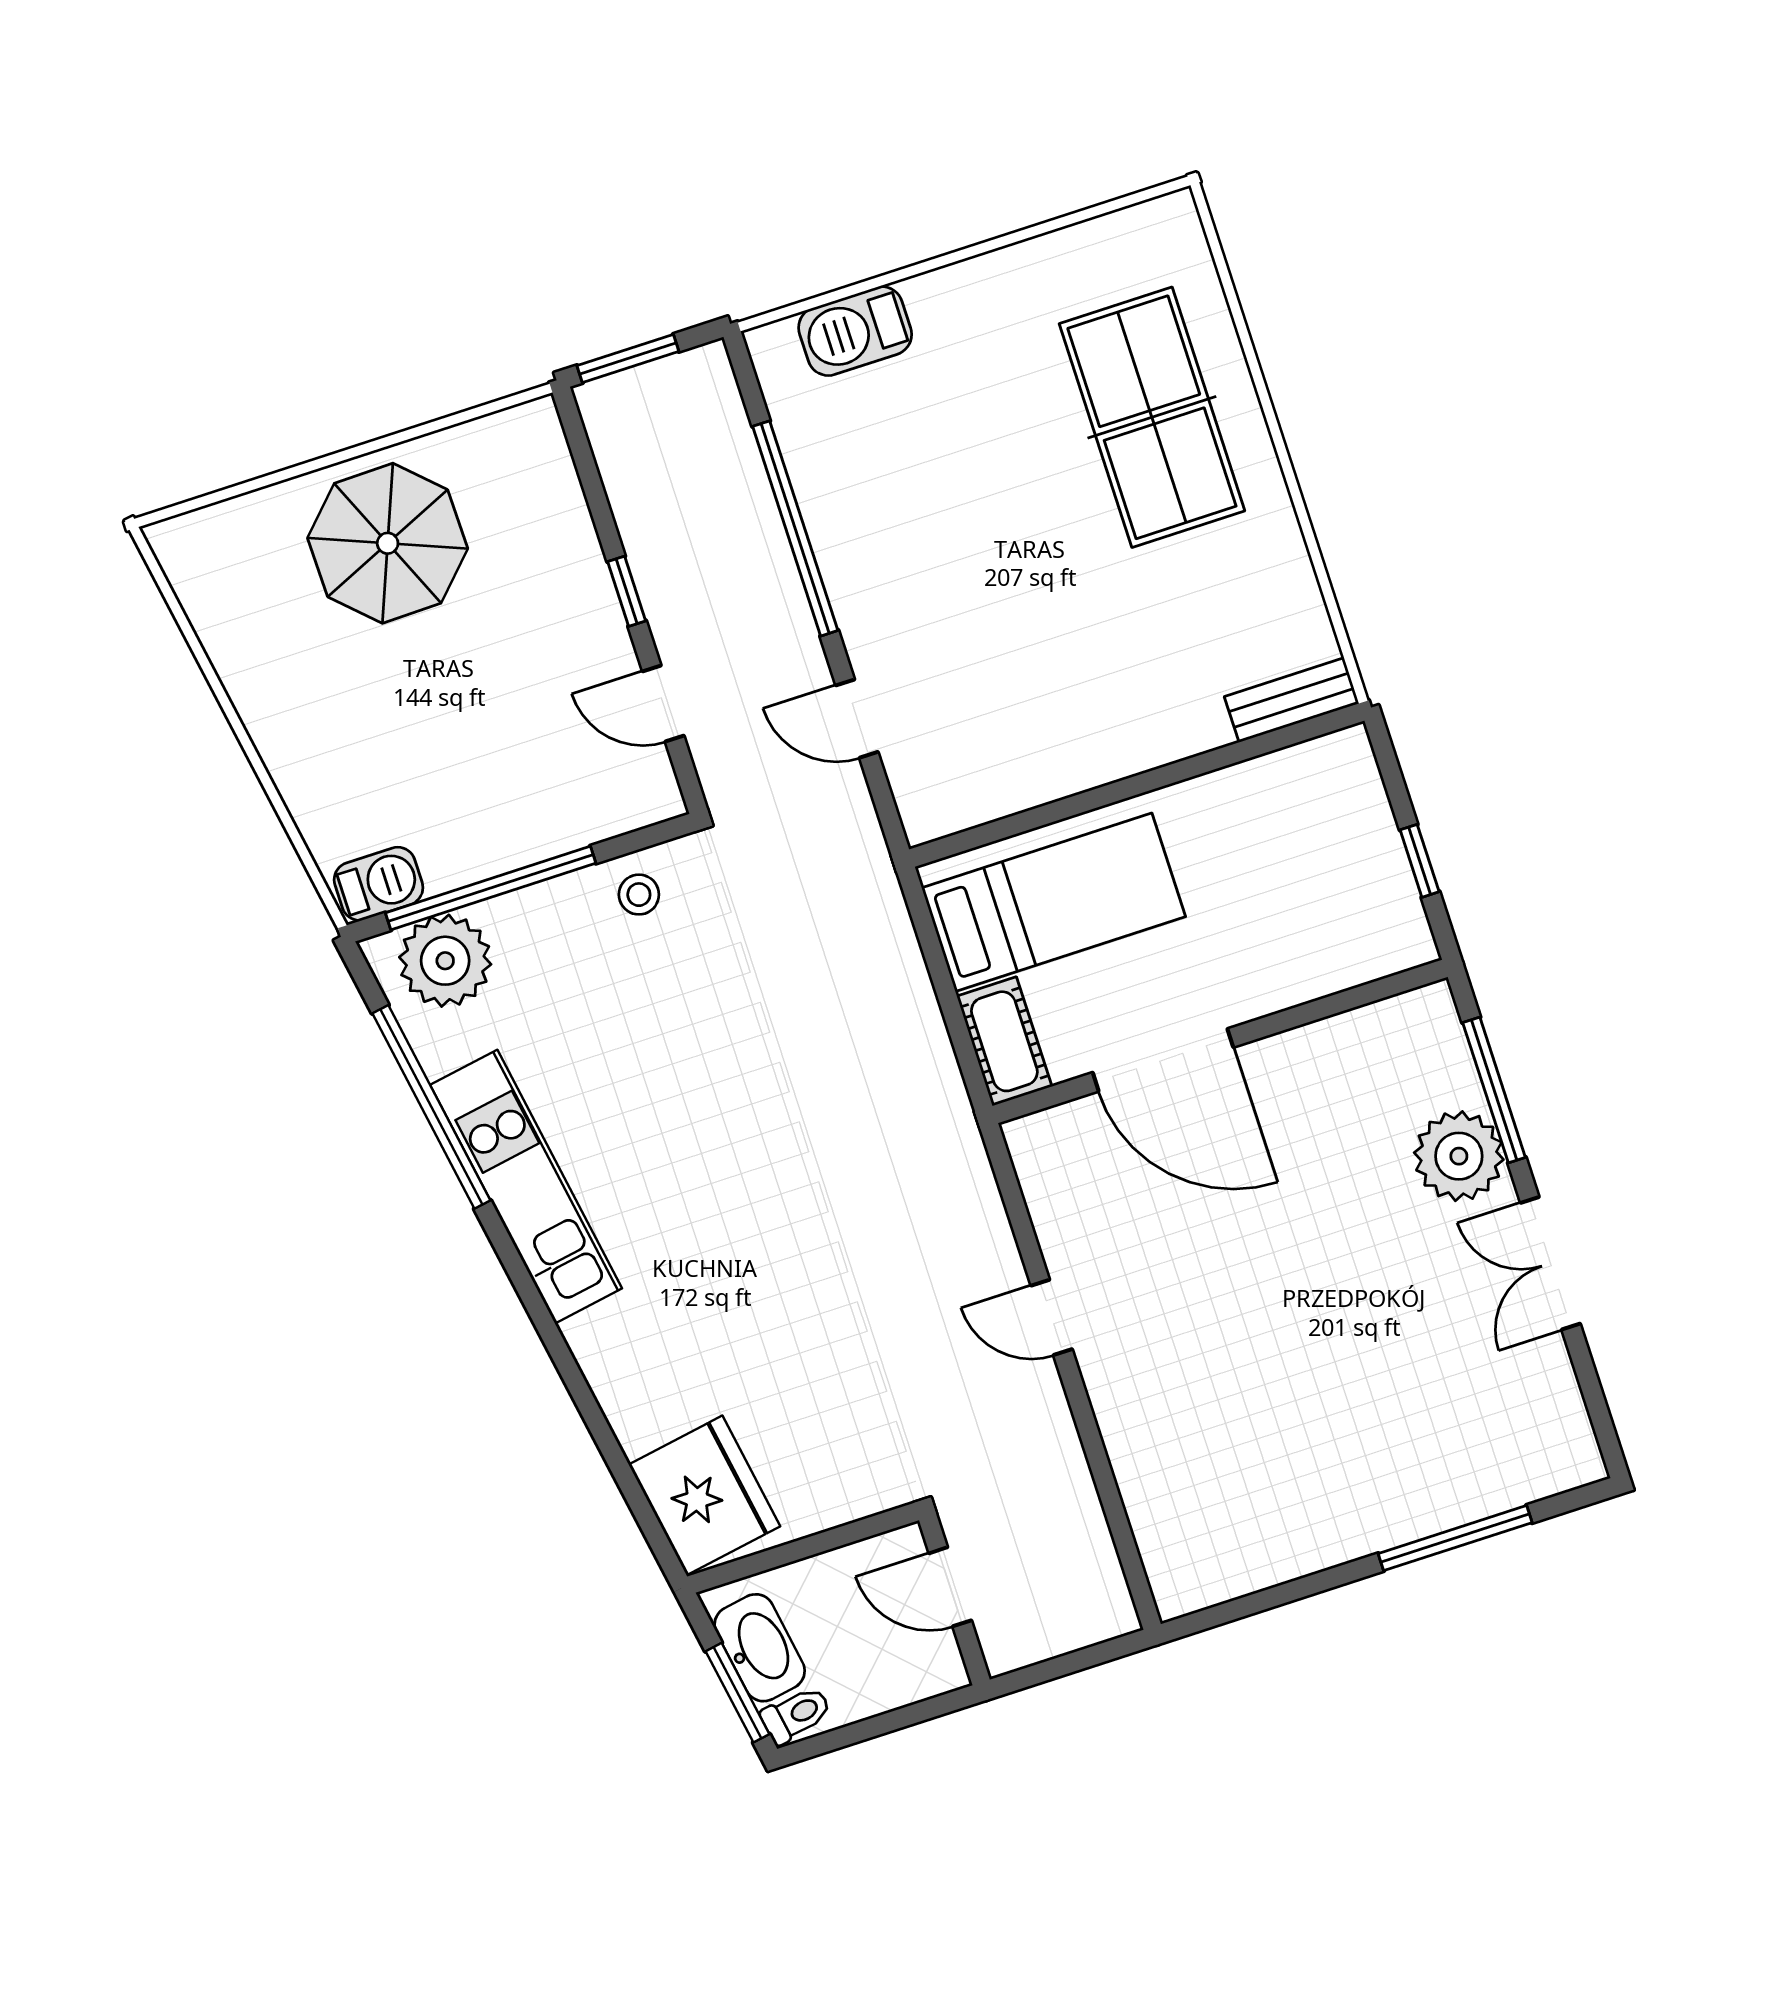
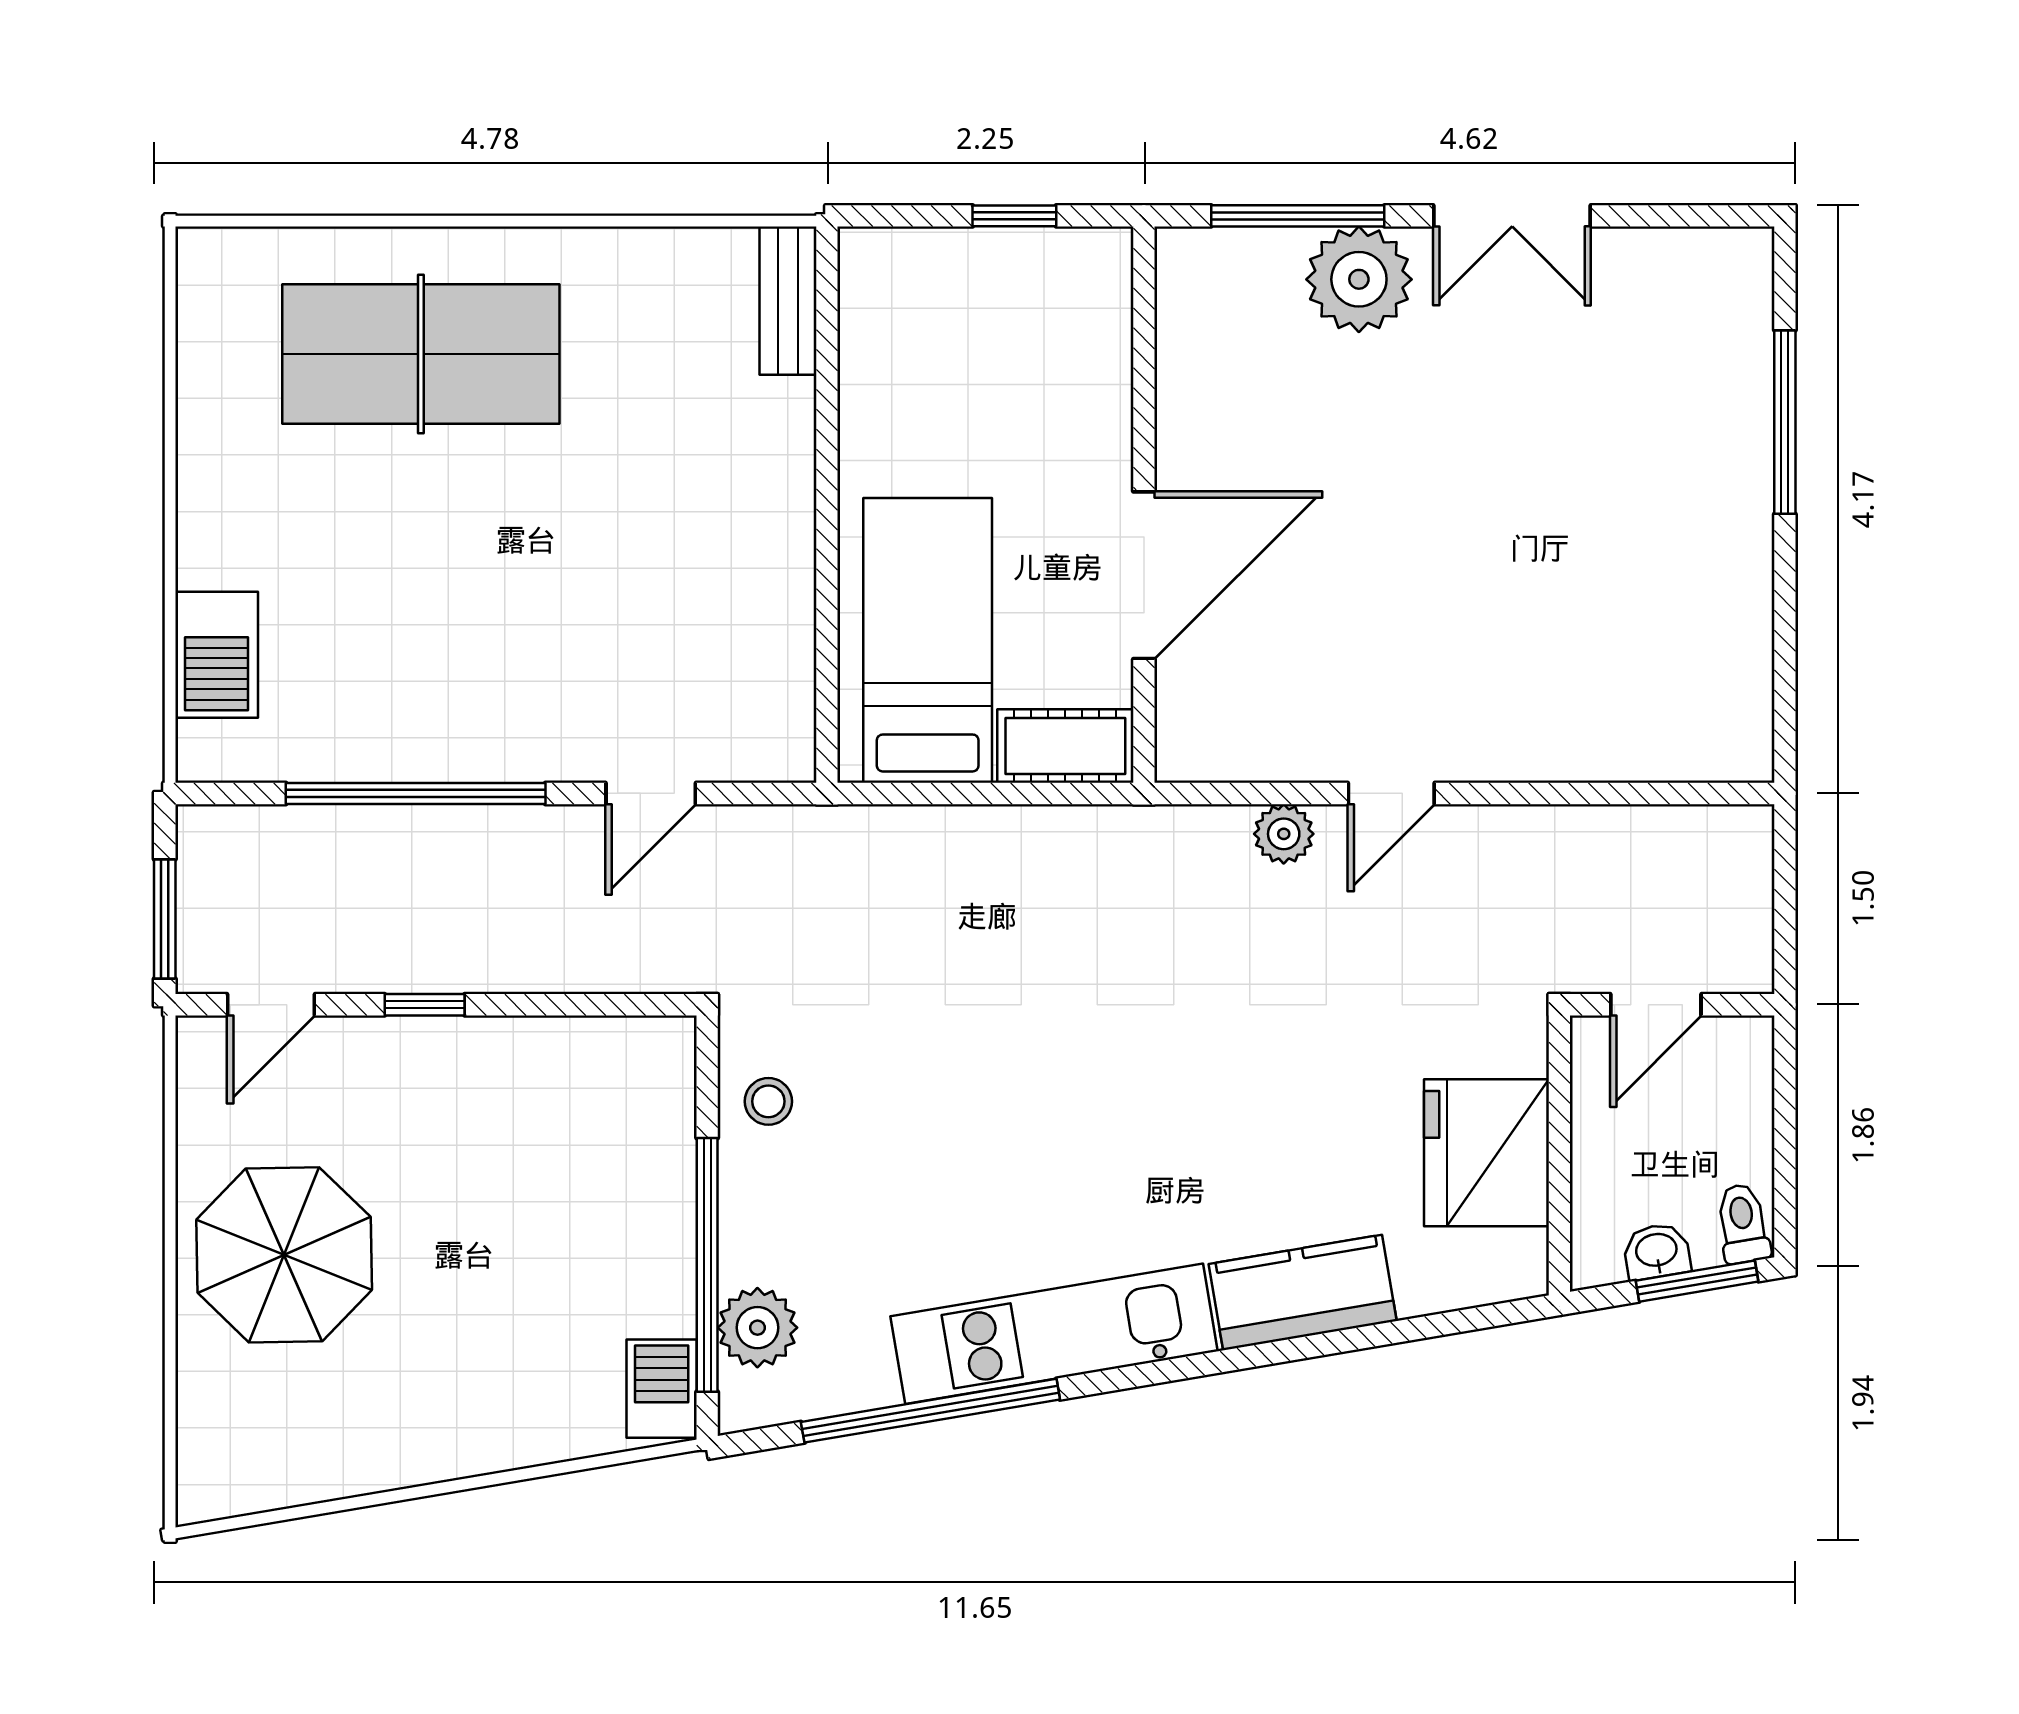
door: (663, 704) -> (271, 1005), moved
plant: (445, 961) -> (757, 1328), width x0.73, depth x0.73
plant: (991, 1241) -> (1284, 834), added
kitchen counter: (625, 1377) -> (1303, 1292), added
fridge: (704, 1495) -> (1487, 1153), moved, turned -80
washbasin: (760, 1648) -> (1657, 1251), width x0.52, depth x0.69

